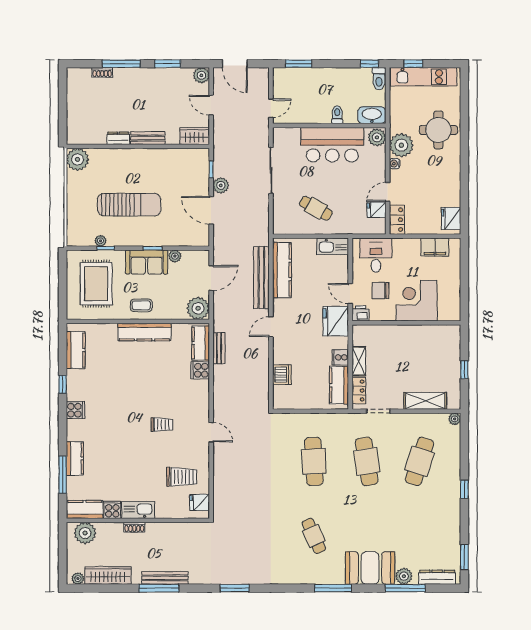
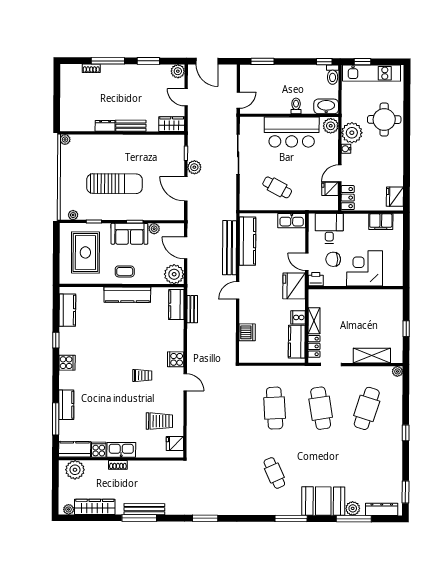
plant: (78, 159) -> (65, 140), width x0.53, depth x0.53
plant: (100, 241) -> (73, 215), moved
door: (211, 278) -> (186, 248), swing flipped
cooker: (200, 370) -> (176, 359), moved

